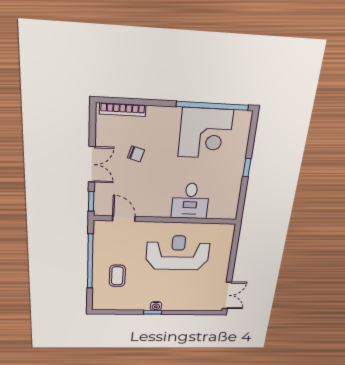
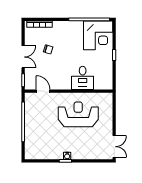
corner desk: (206, 133) -> (98, 35), moved
coffee table: (117, 276) -> (41, 132), removed

